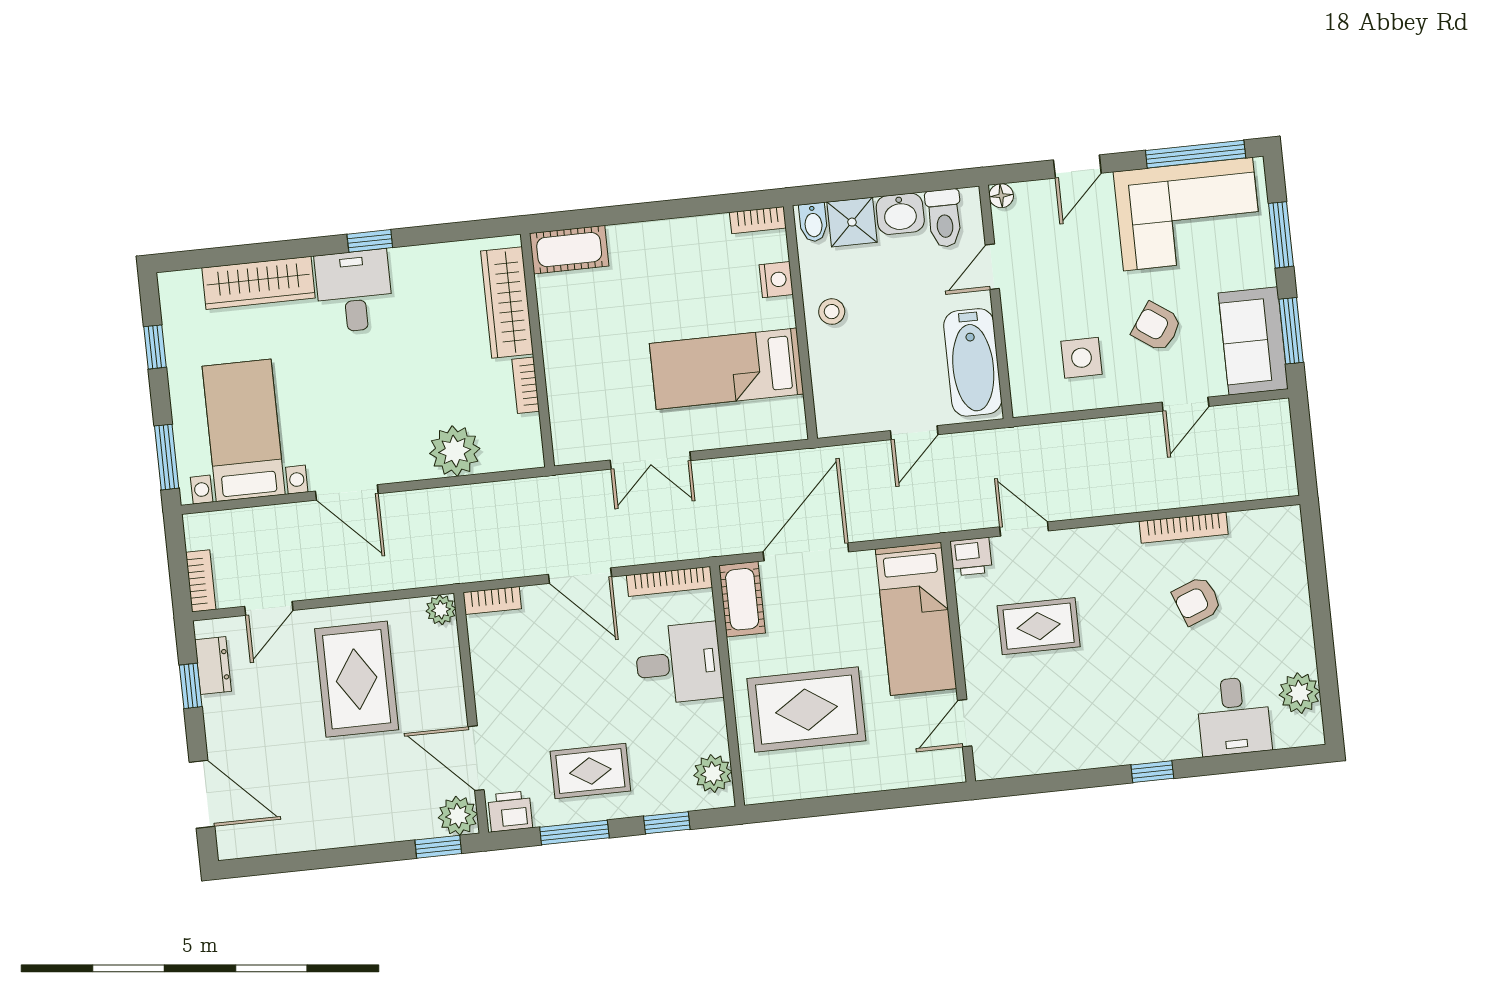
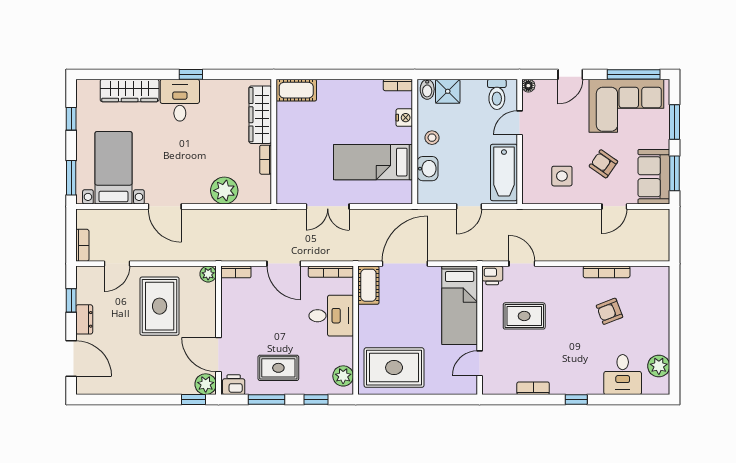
washbasin: (900, 214) -> (427, 169), moved, turned -90
dresser: (213, 666) -> (84, 319), moved
rug: (806, 710) -> (394, 368), moved
bookcase: (1069, 759) -> (533, 388), added

